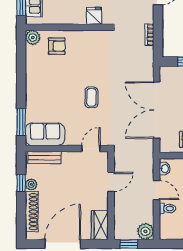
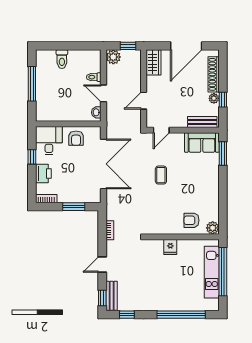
fridge: (94, 16) -> (170, 247), moved

